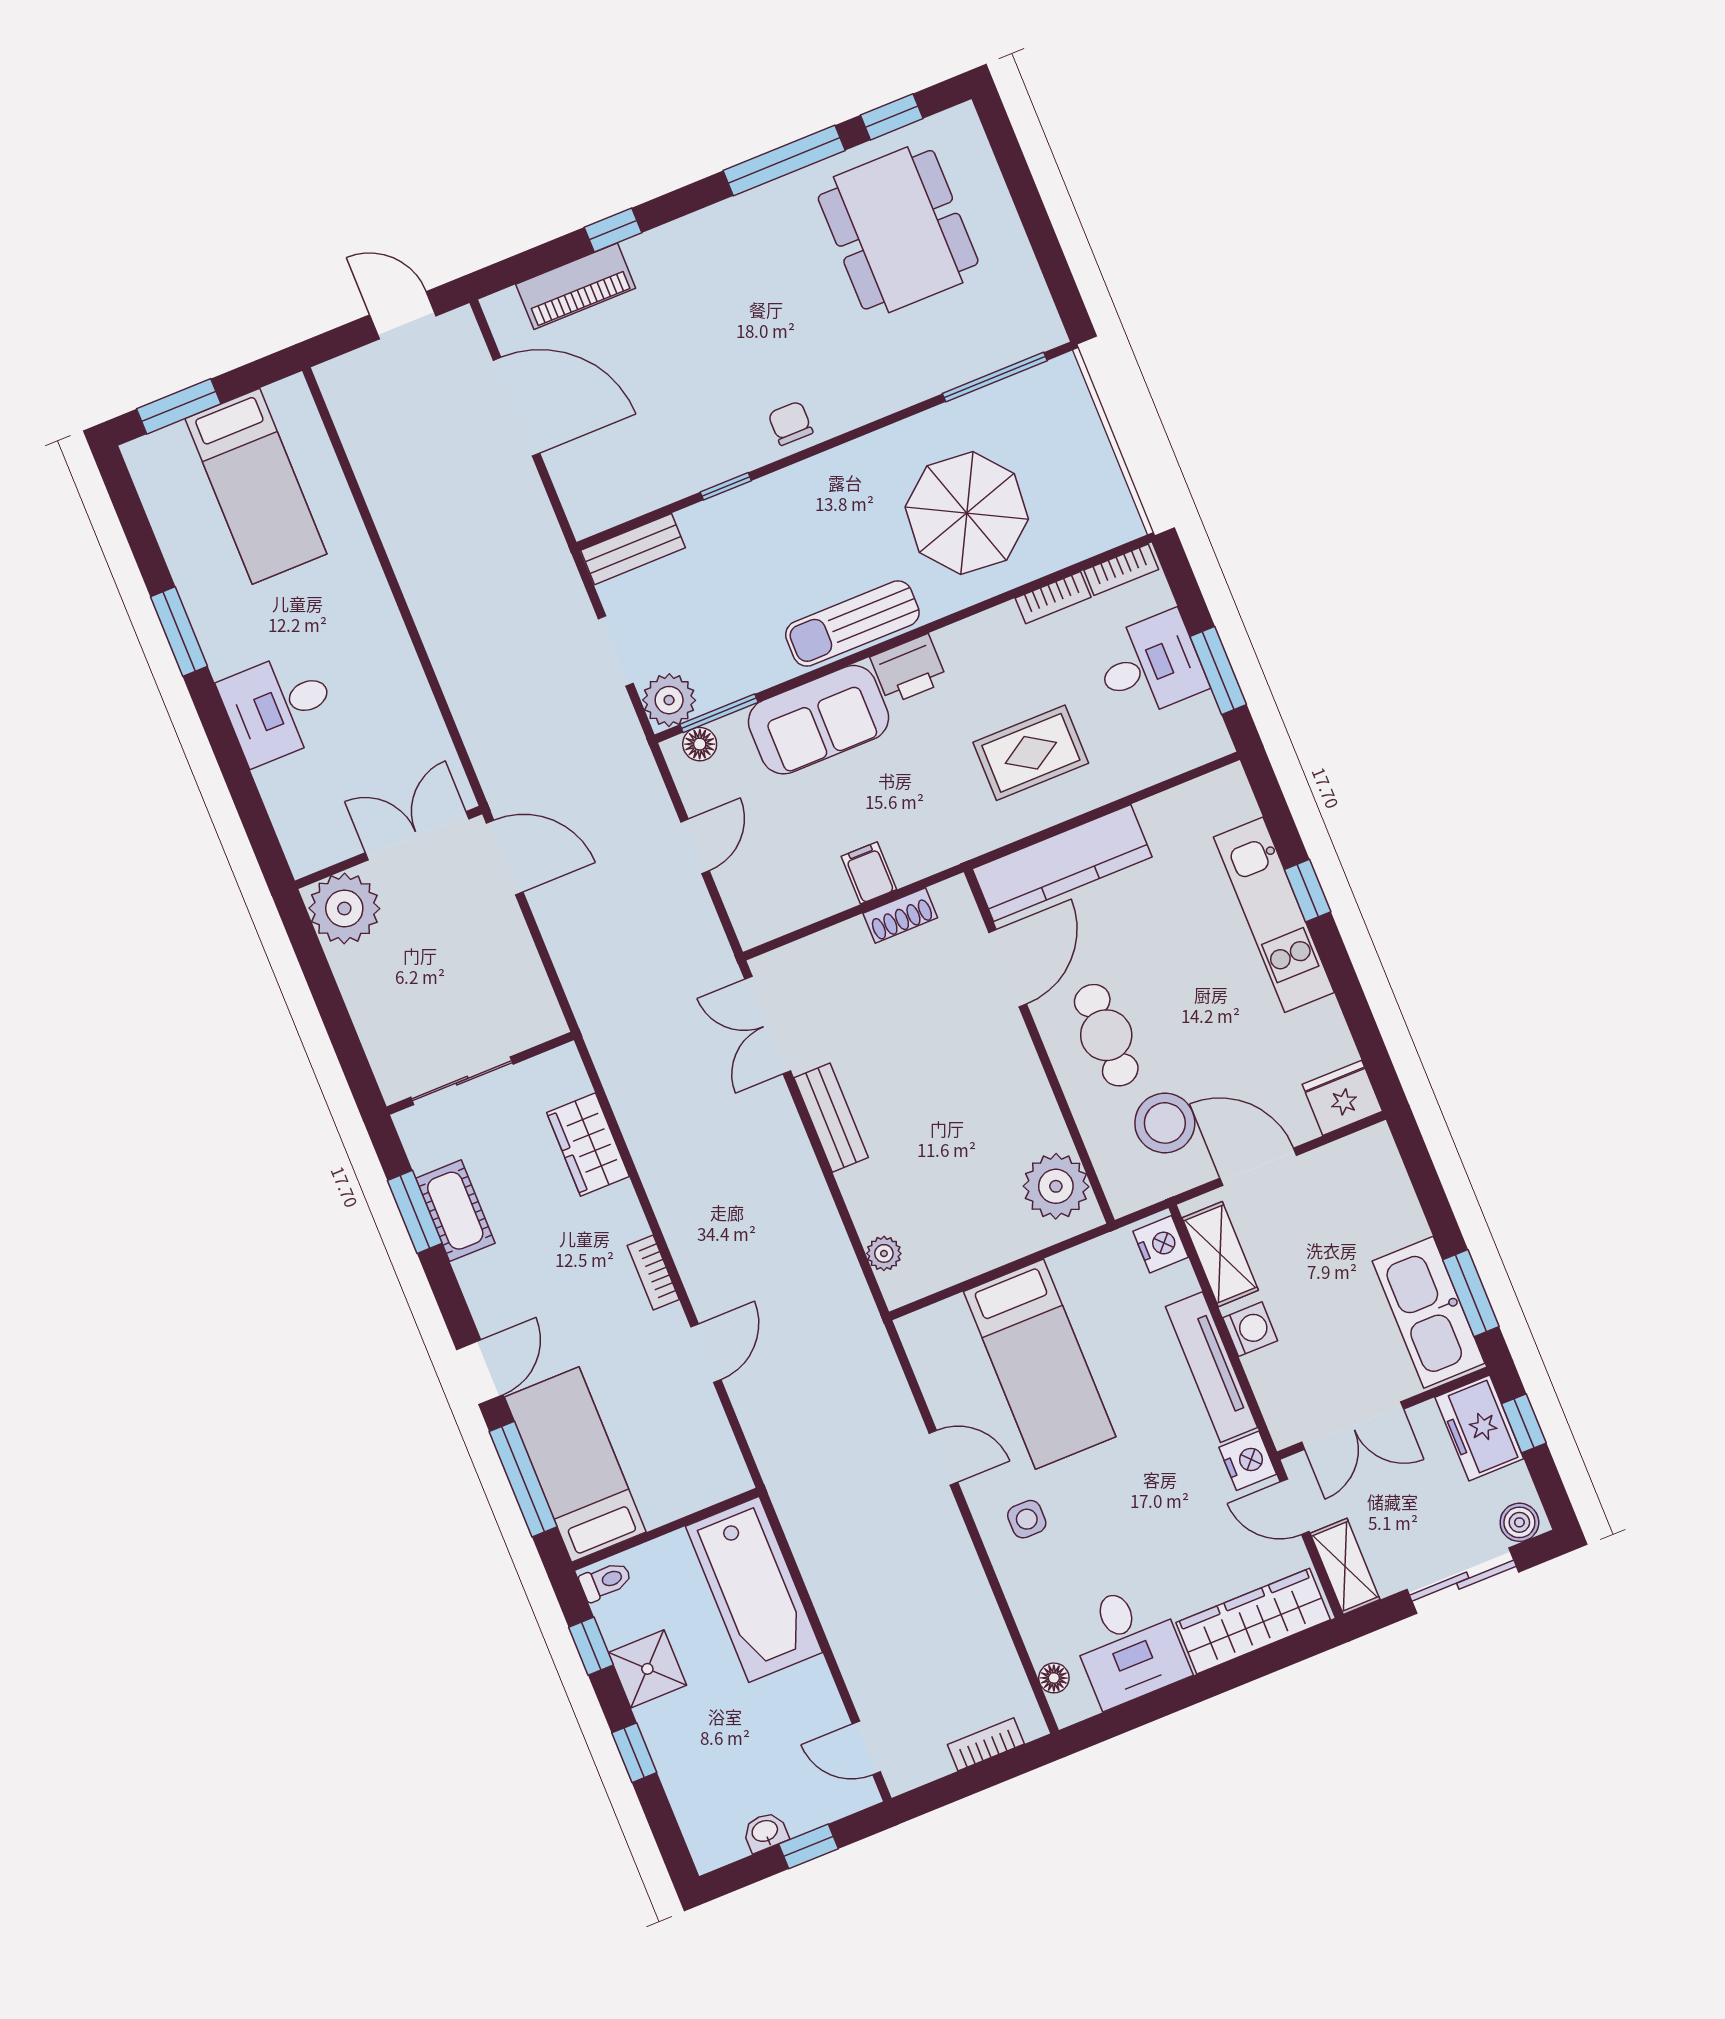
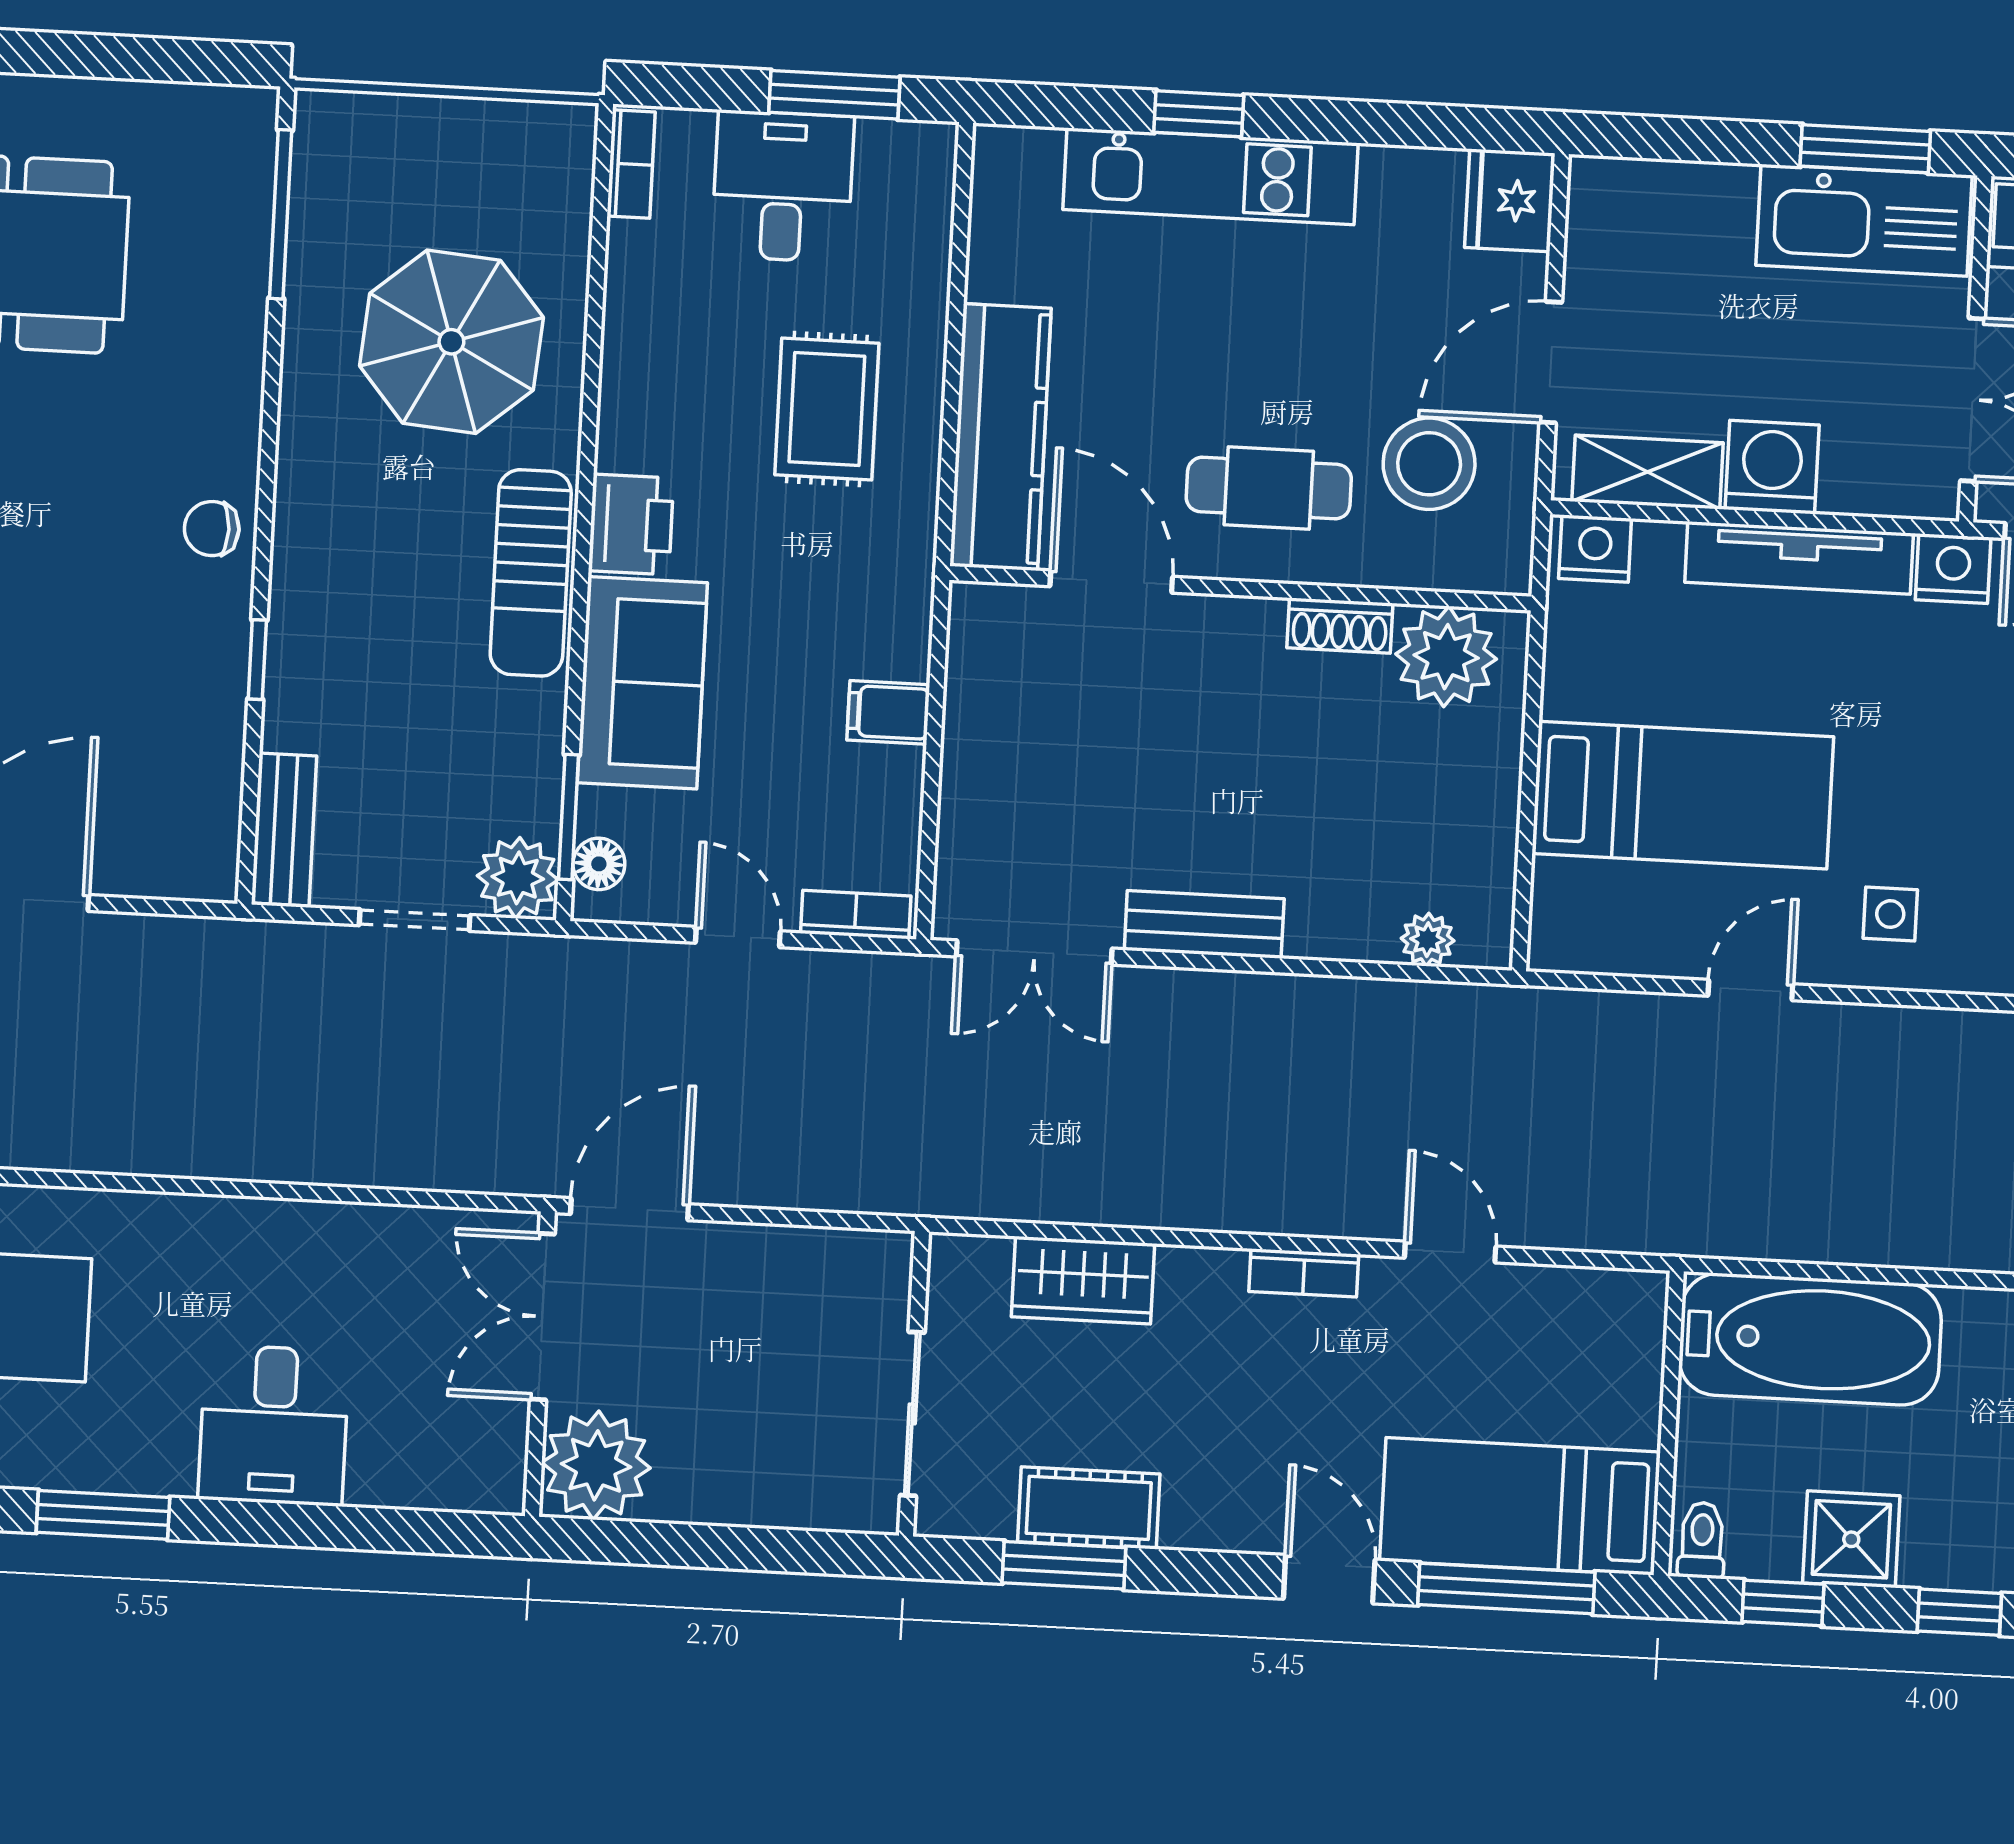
bookcase: (1053, 598) -> (856, 915), moved, turned -90
shoe rack: (900, 916) -> (1340, 626), moved, turned 90
washing machine: (1250, 1329) -> (1772, 467), width x1.38, depth x1.38

